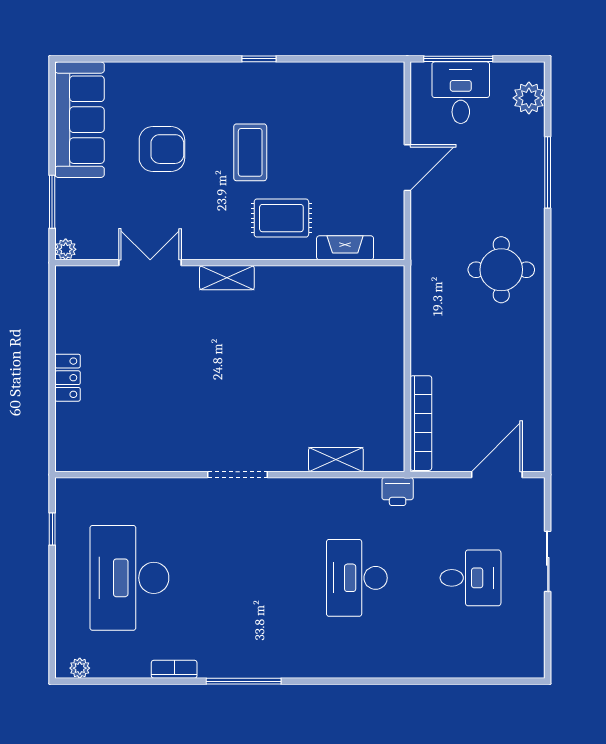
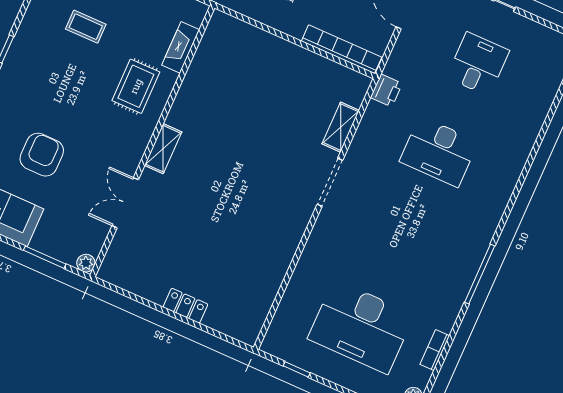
coffee table: (250, 152) -> (86, 27), moved, width x0.73, depth x0.77
doorway: (237, 475) -> (330, 182), moved
bookcase: (174, 669) -> (435, 350), moved

